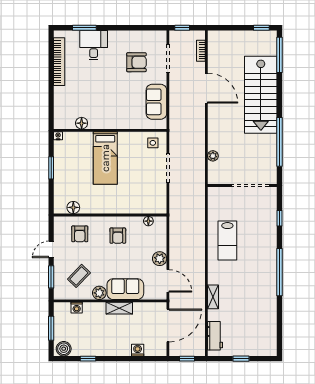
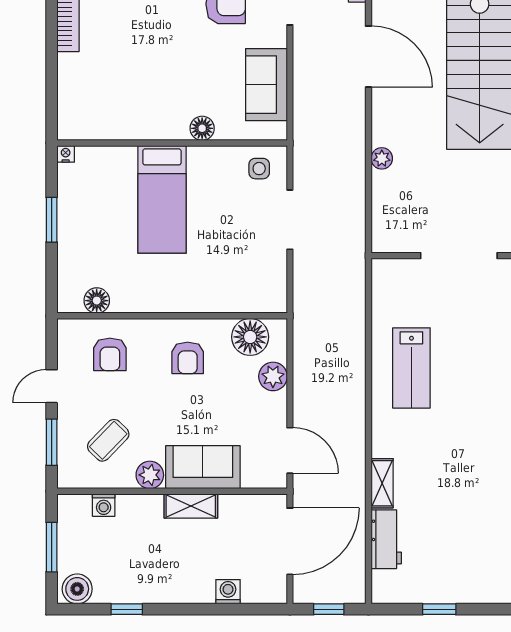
floor lamp: (82, 123) -> (202, 128), moved
plant: (213, 156) -> (382, 158), moved
floor lamp: (148, 221) -> (250, 337), width x1.89, depth x1.89
plant: (160, 259) -> (273, 376), moved
workbench: (215, 336) -> (386, 539), moved

